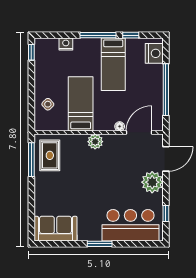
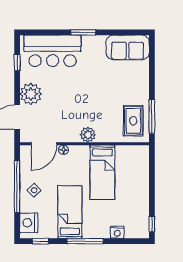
window: (131, 35) -> (40, 241), moved
side table: (48, 104) -> (34, 190), moved

